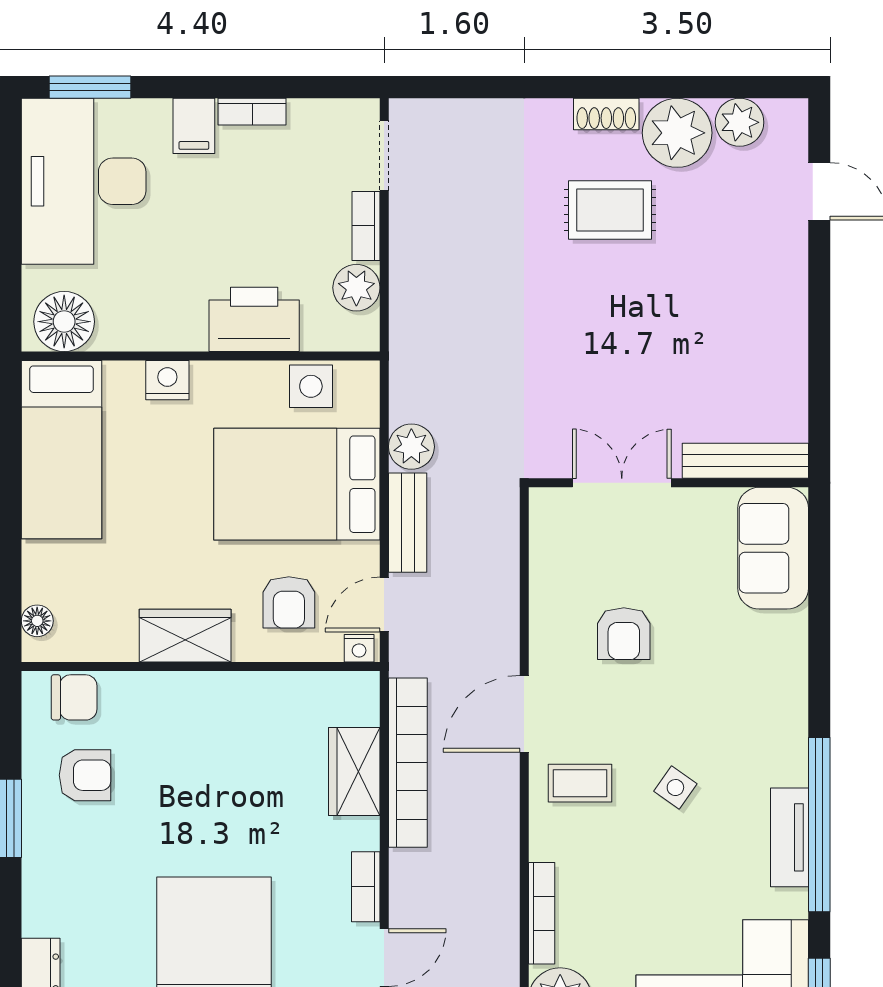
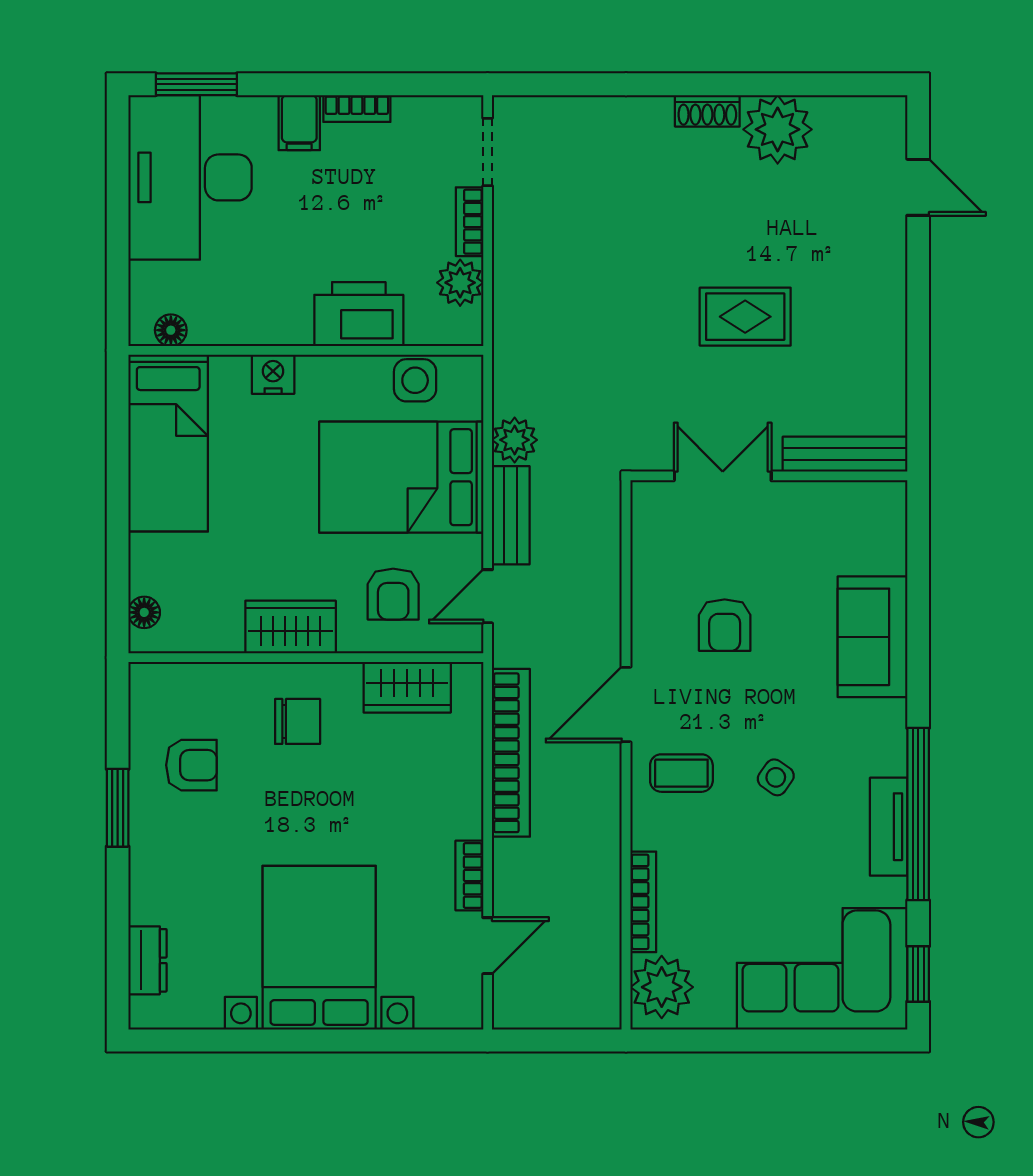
plant: (740, 122) -> (839, 119), removed
rug: (610, 210) -> (745, 317), moved
floor lamp: (64, 322) -> (171, 330), width x0.53, depth x0.53
sofa: (773, 548) -> (872, 637), moved
nightstand: (359, 648) -> (463, 639), removed
chair: (74, 697) -> (298, 721), moved
wardrobe: (354, 771) -> (407, 687), moved, turned -90

